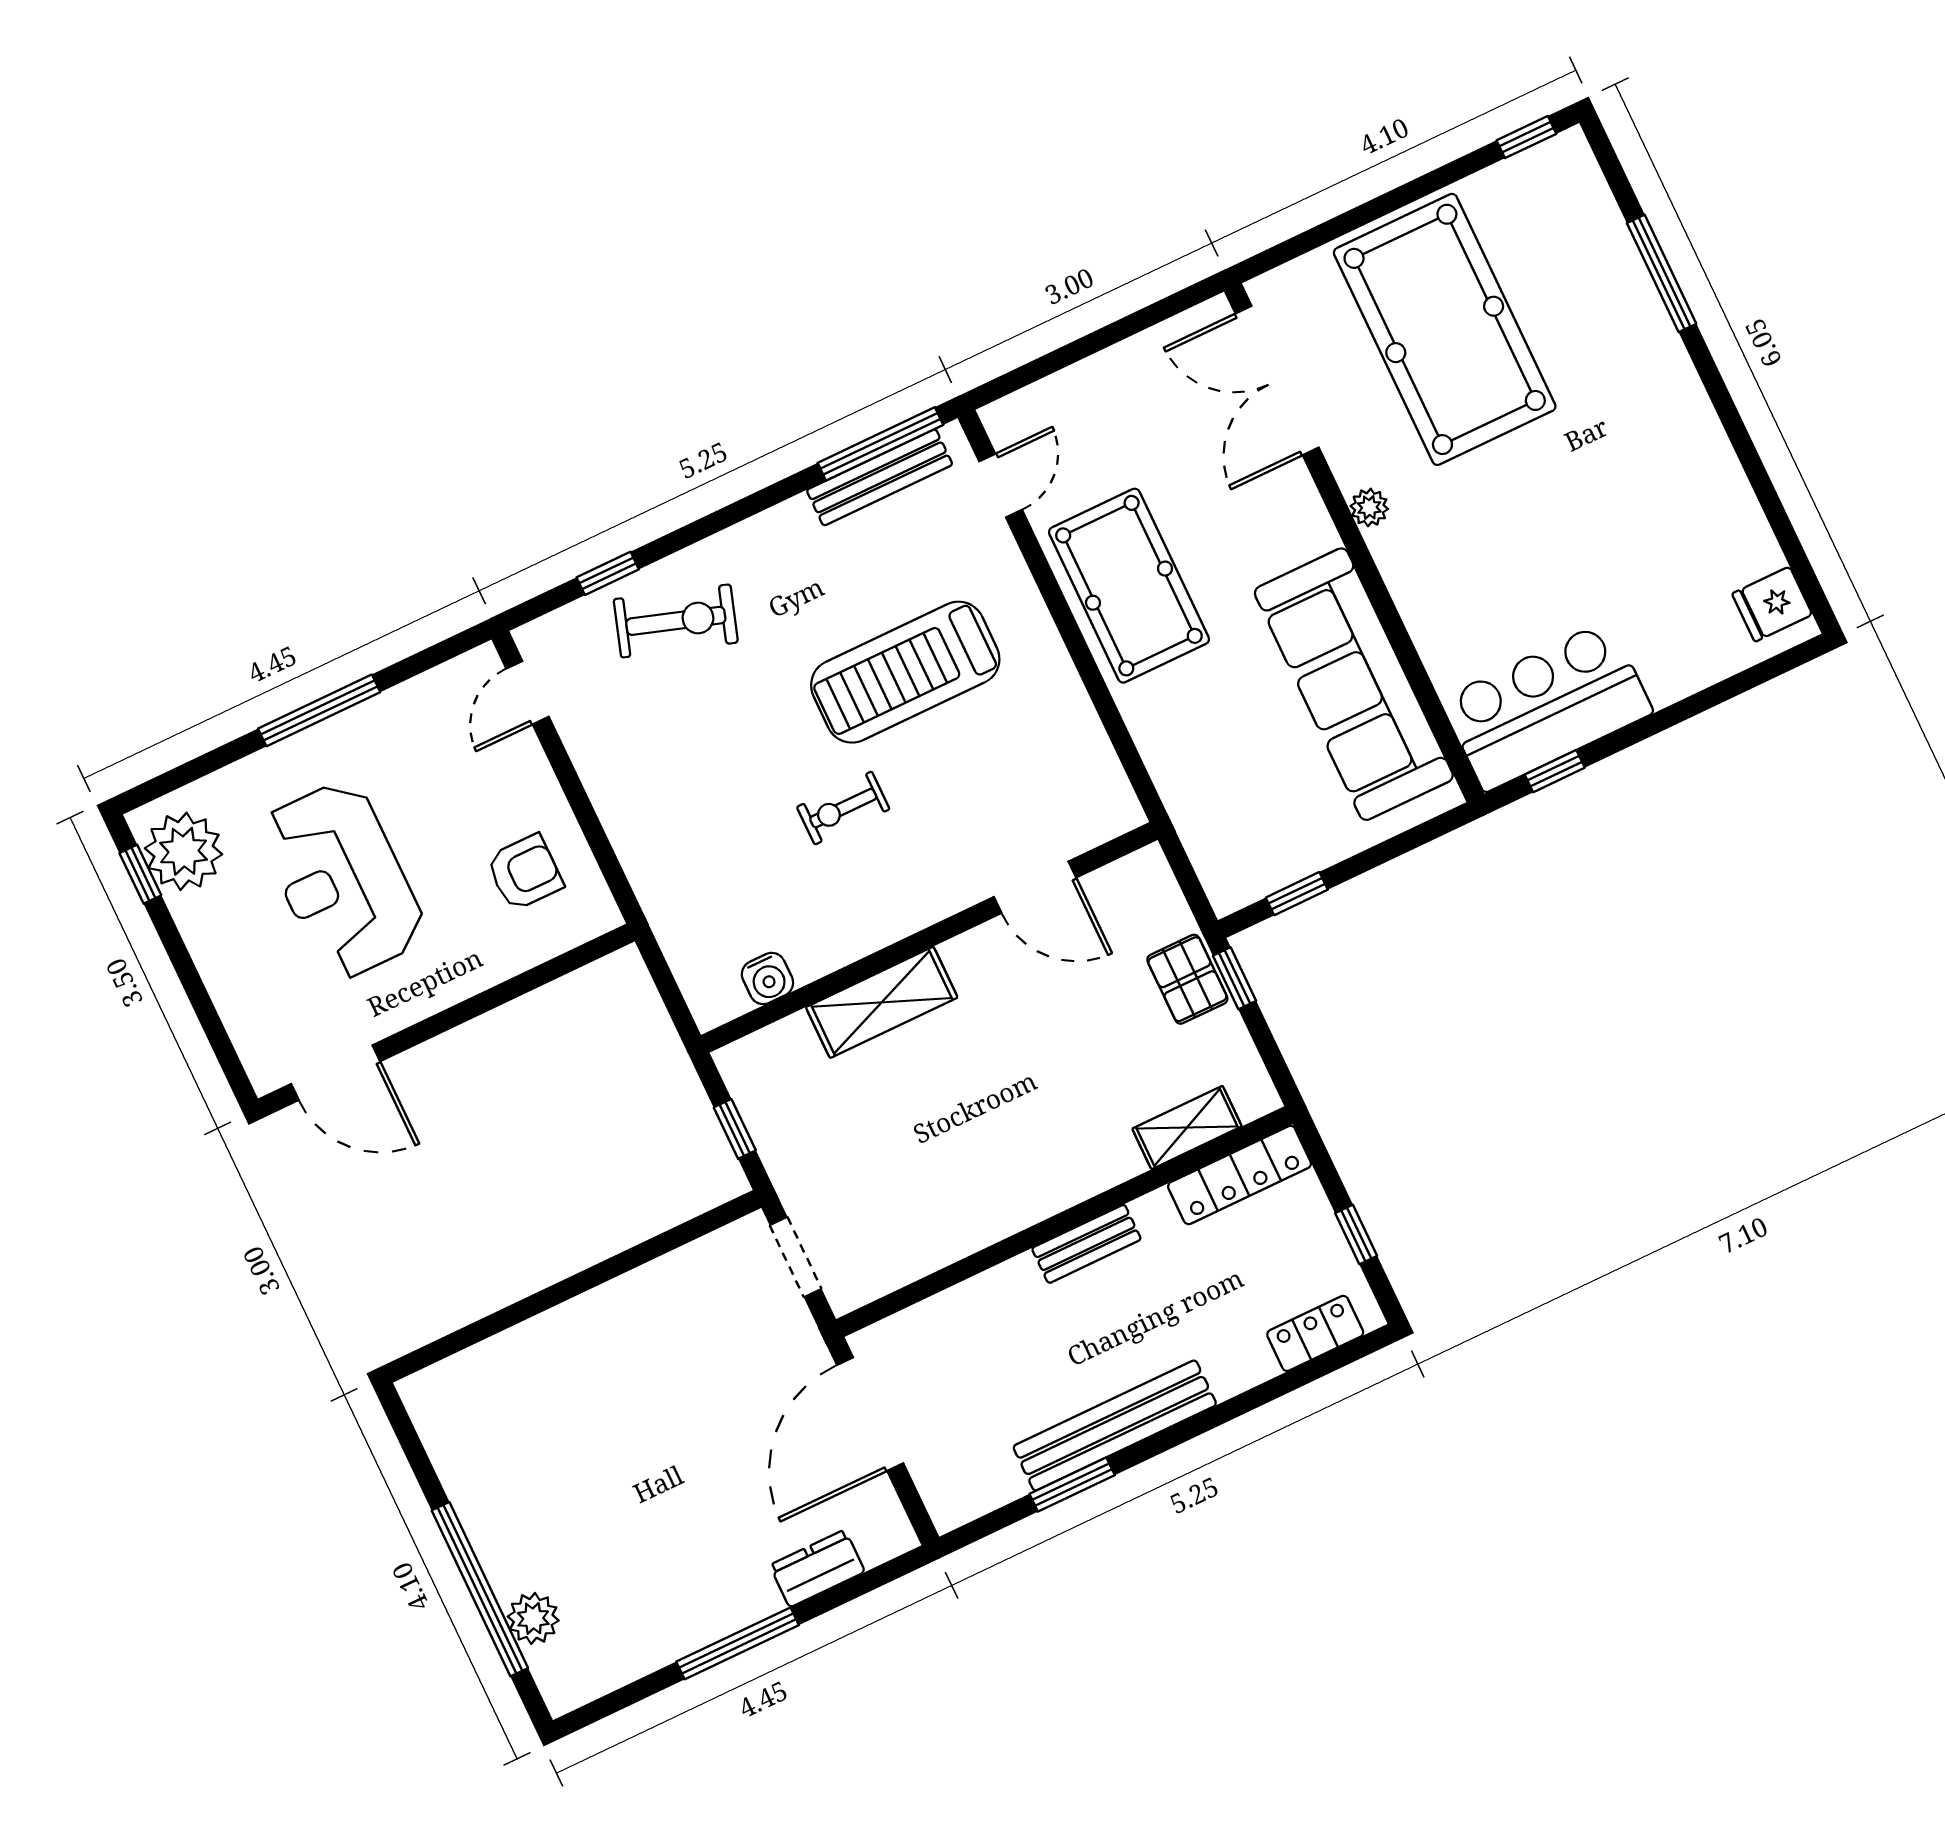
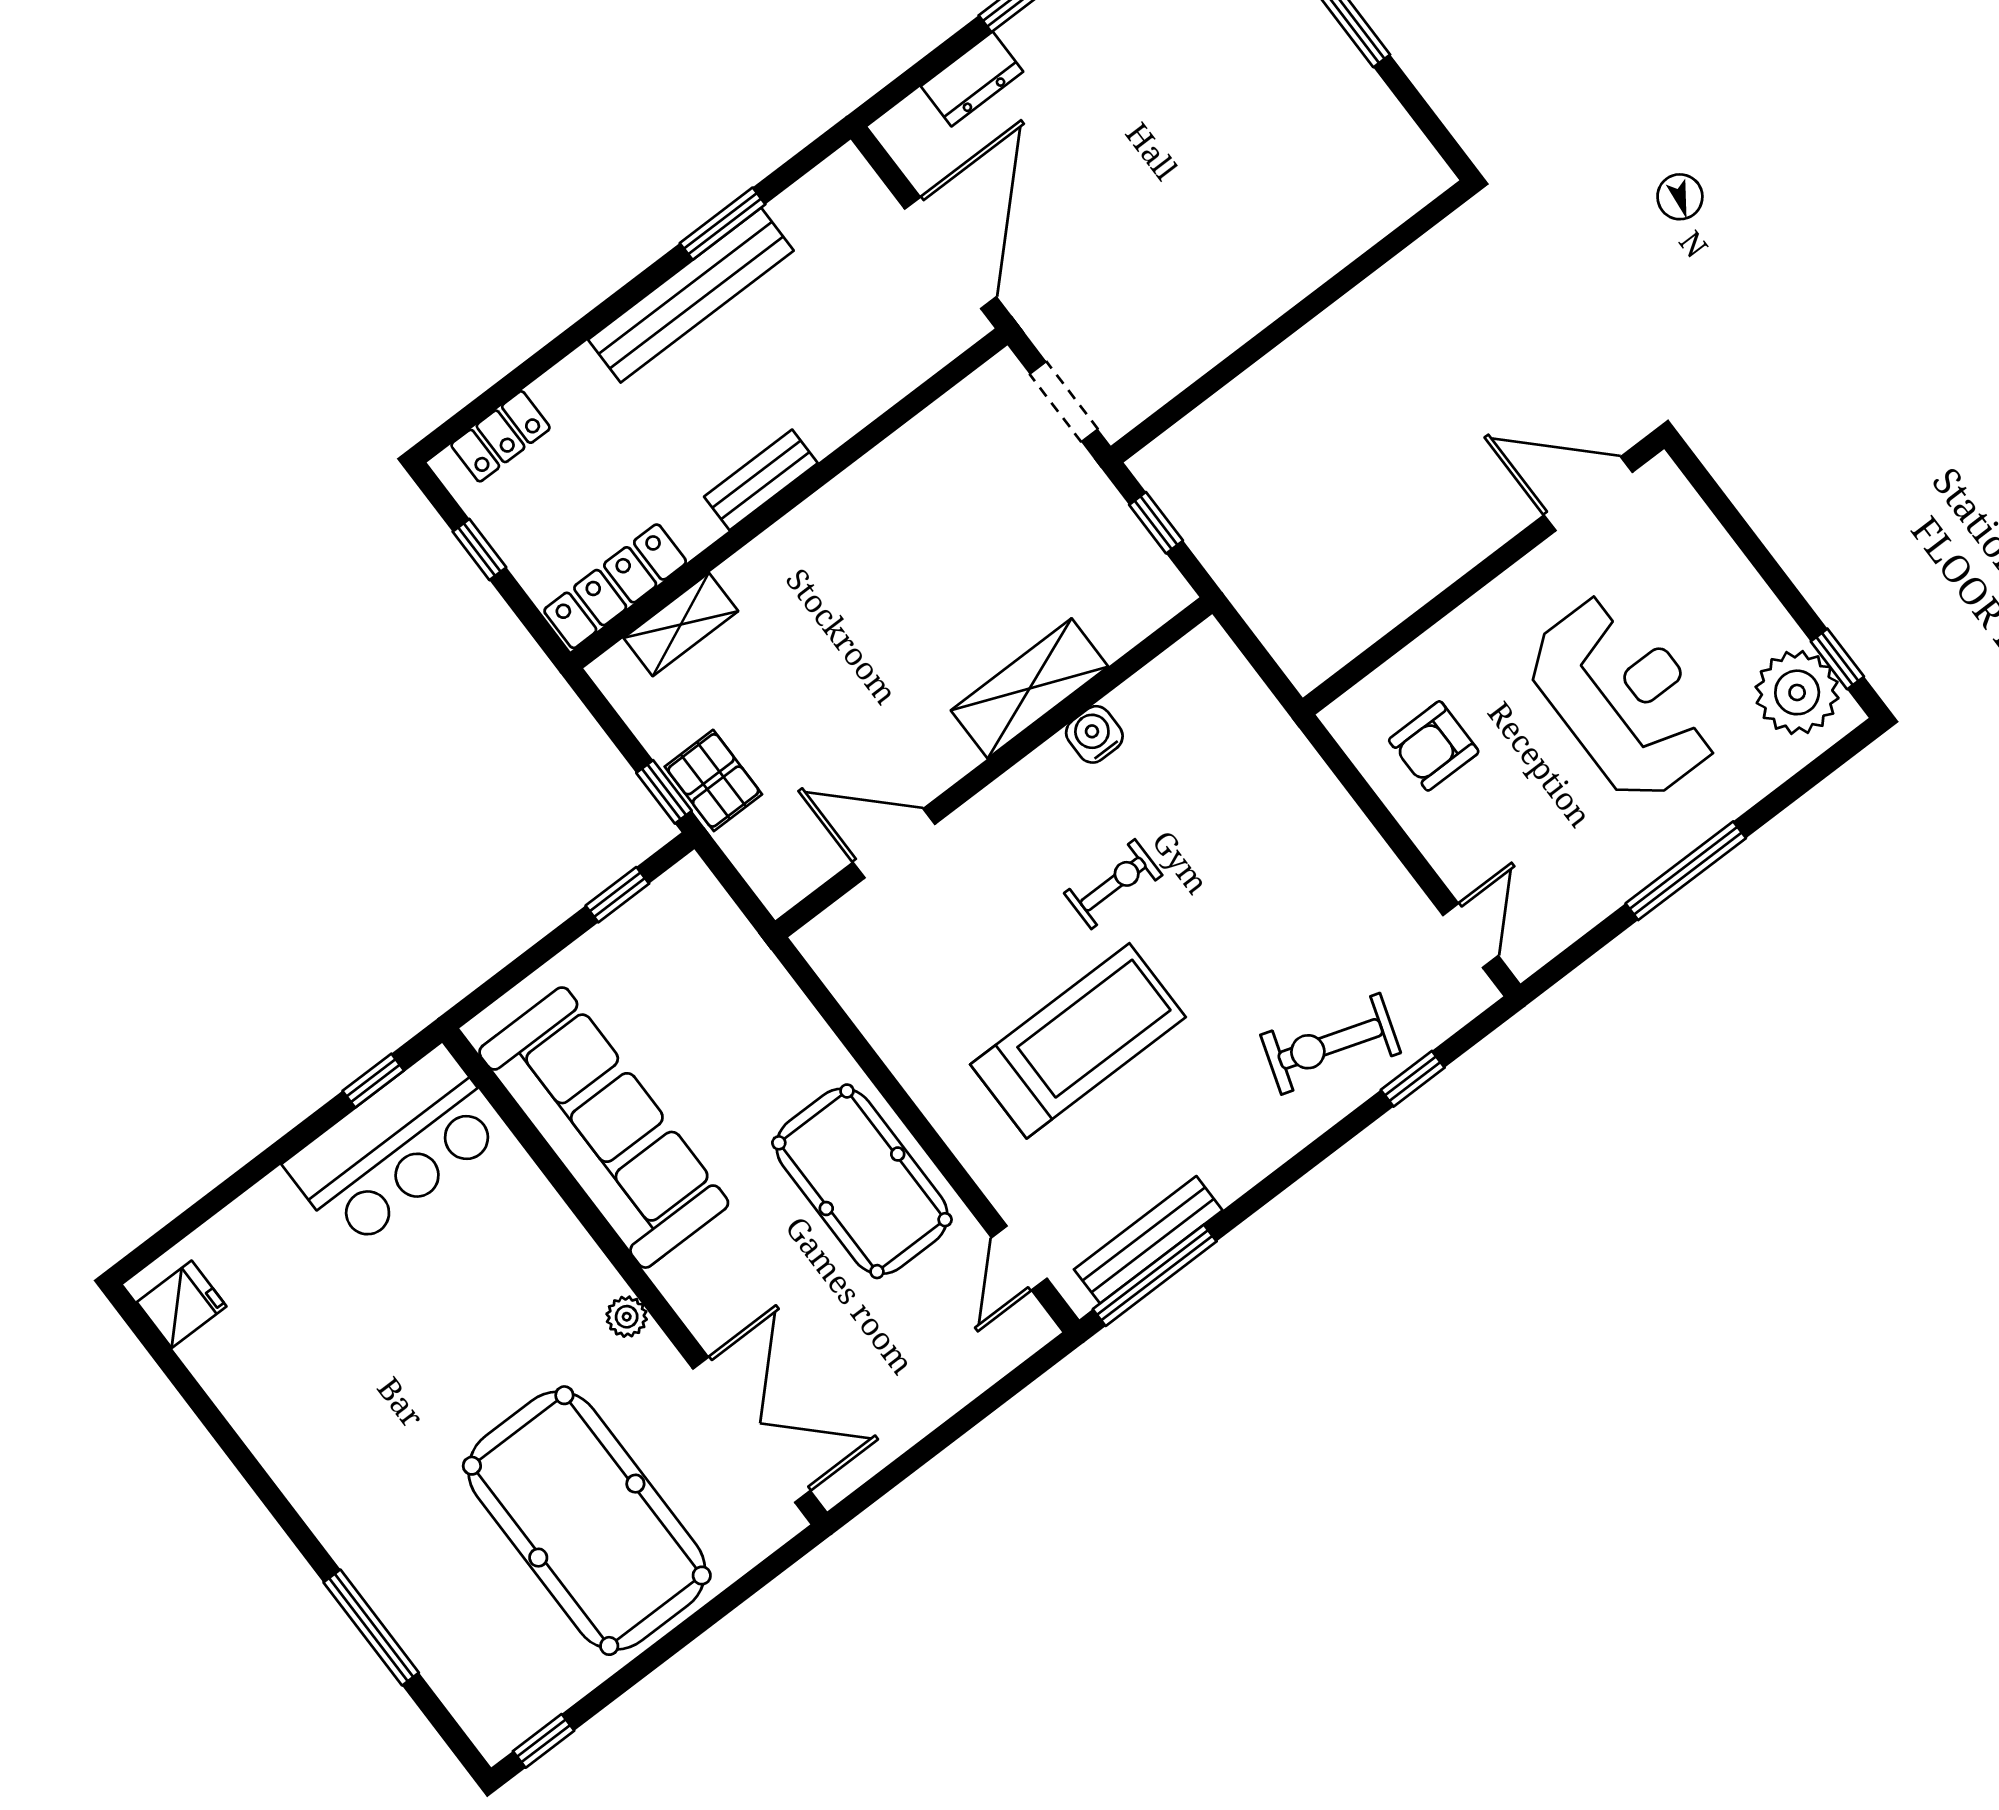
water cooler: (767, 978) -> (1094, 734), moved

